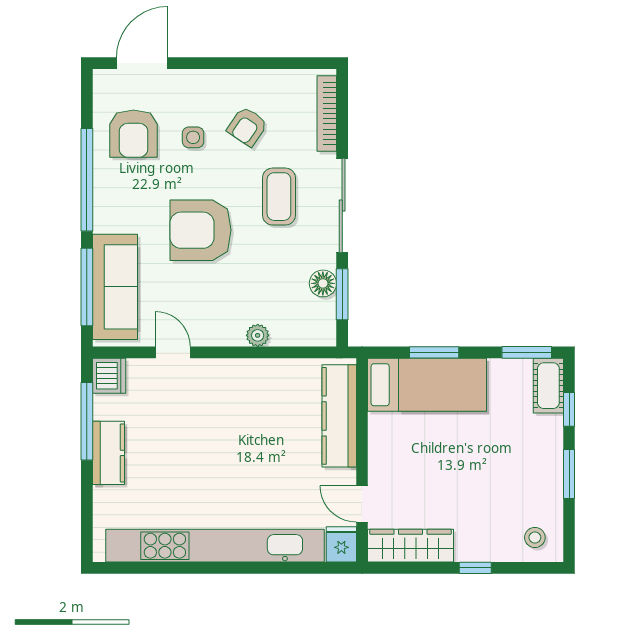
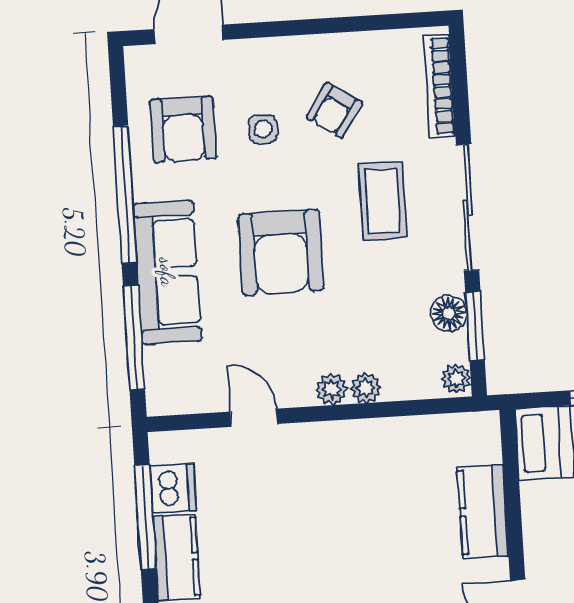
armchair: (201, 230) -> (281, 252), turned -90
sofa: (115, 287) -> (167, 272), moved
plant: (326, 333) -> (456, 379), added
plant: (232, 335) -> (332, 389), added
dishwasher: (109, 376) -> (173, 488), moved
kitchen counter: (339, 416) -> (483, 511), width x0.67

